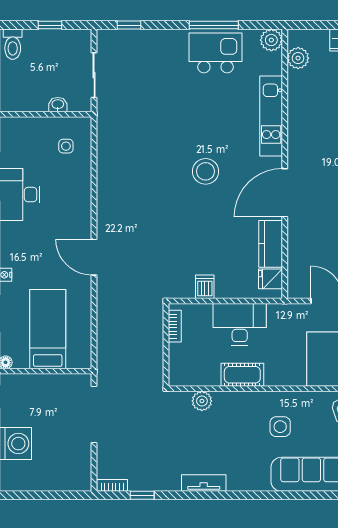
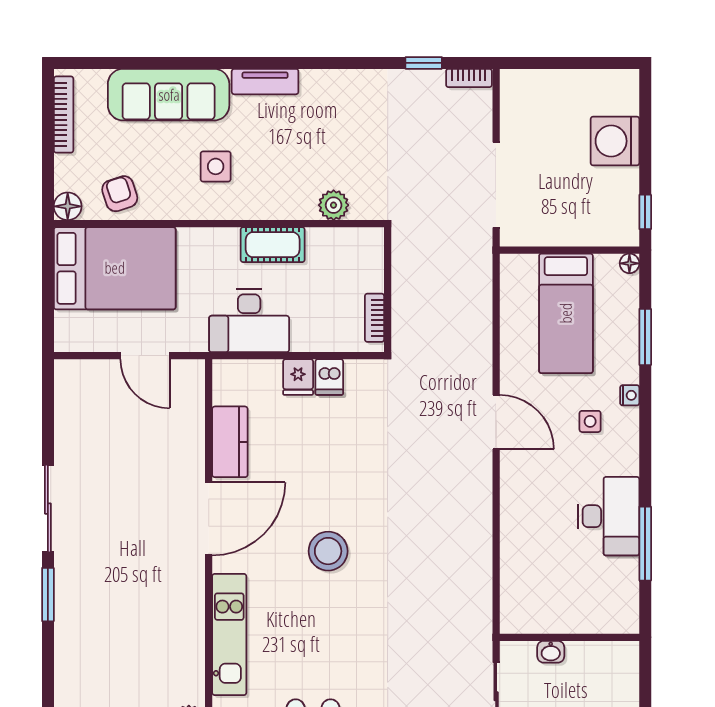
side table: (66, 146) -> (590, 421), moved
fridge: (271, 279) -> (298, 377), moved, turned 90
desk: (240, 324) -> (249, 321), moved
tv unit: (204, 483) -> (265, 82), moved

